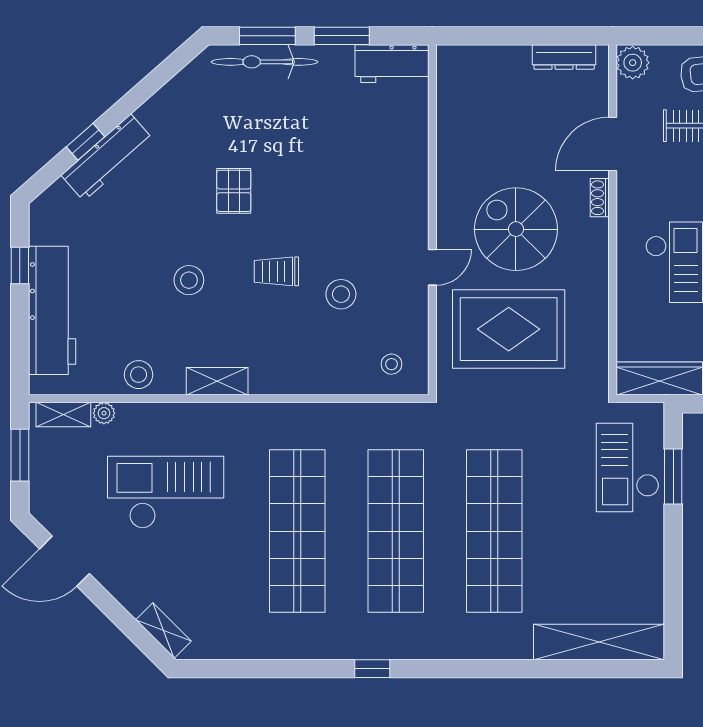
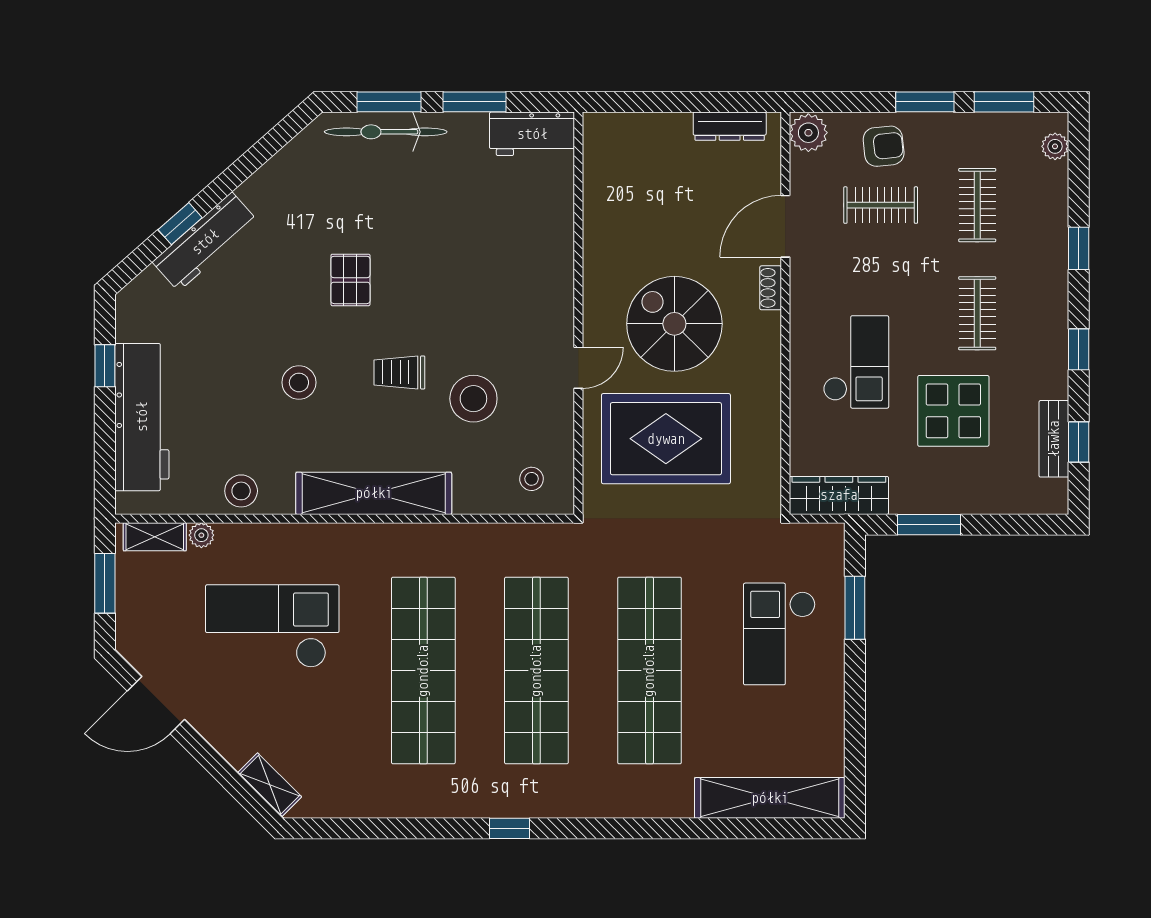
stool: (341, 294) -> (473, 399), width x1.38, depth x1.38
shelving: (217, 381) -> (374, 493), width x2.20, depth x1.33
checkout: (628, 468) -> (779, 634), moved

